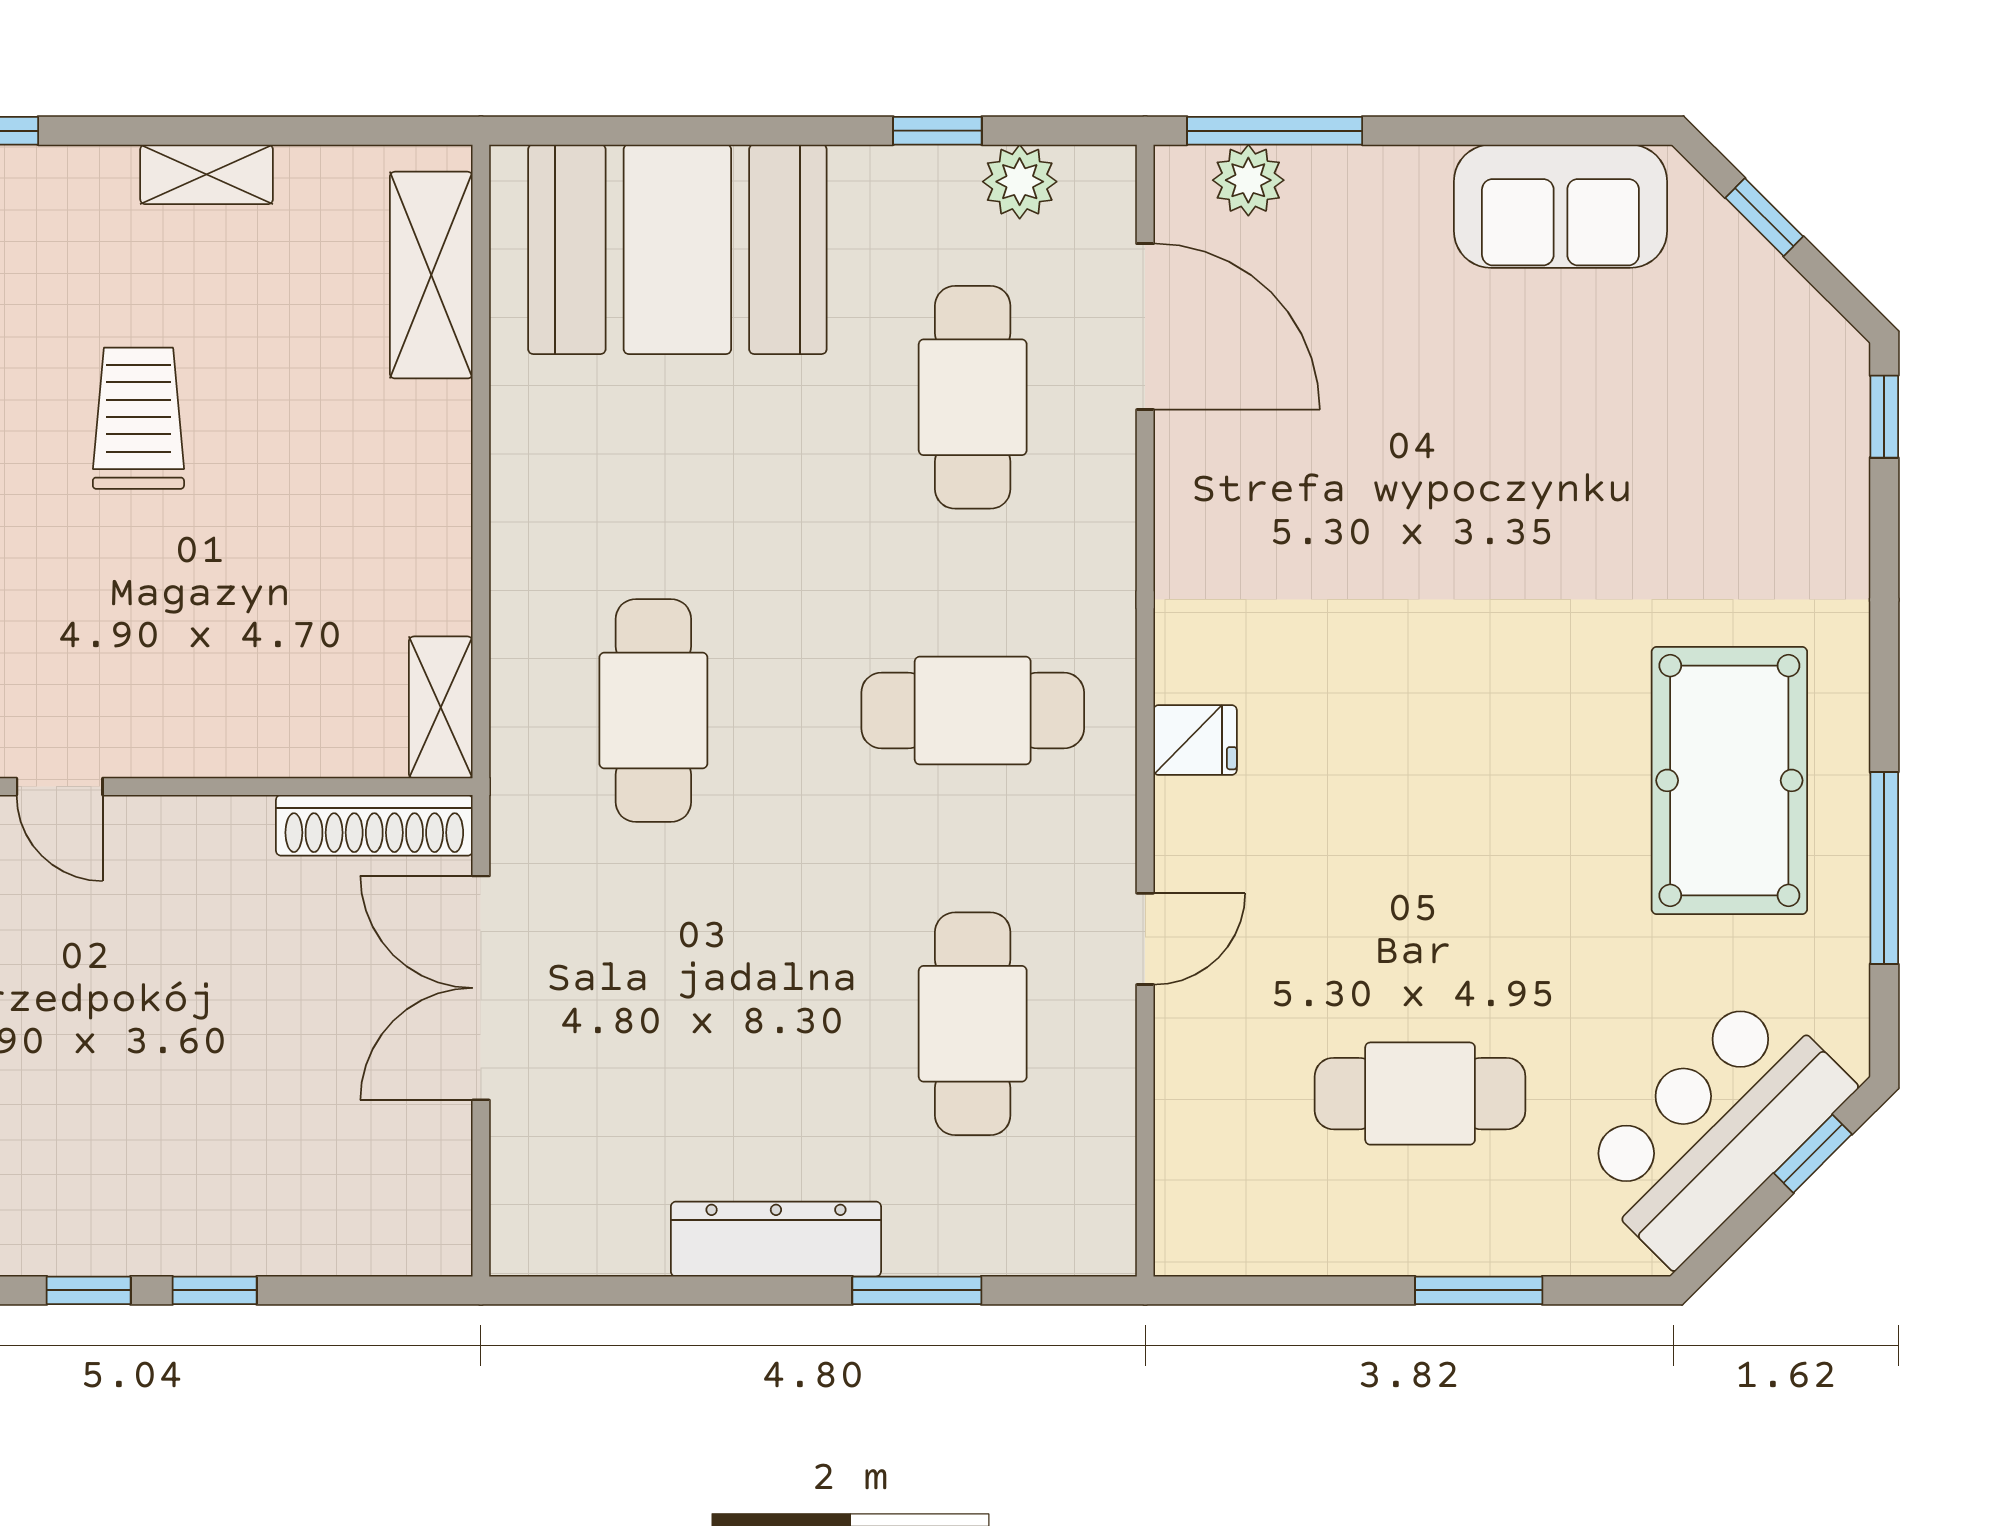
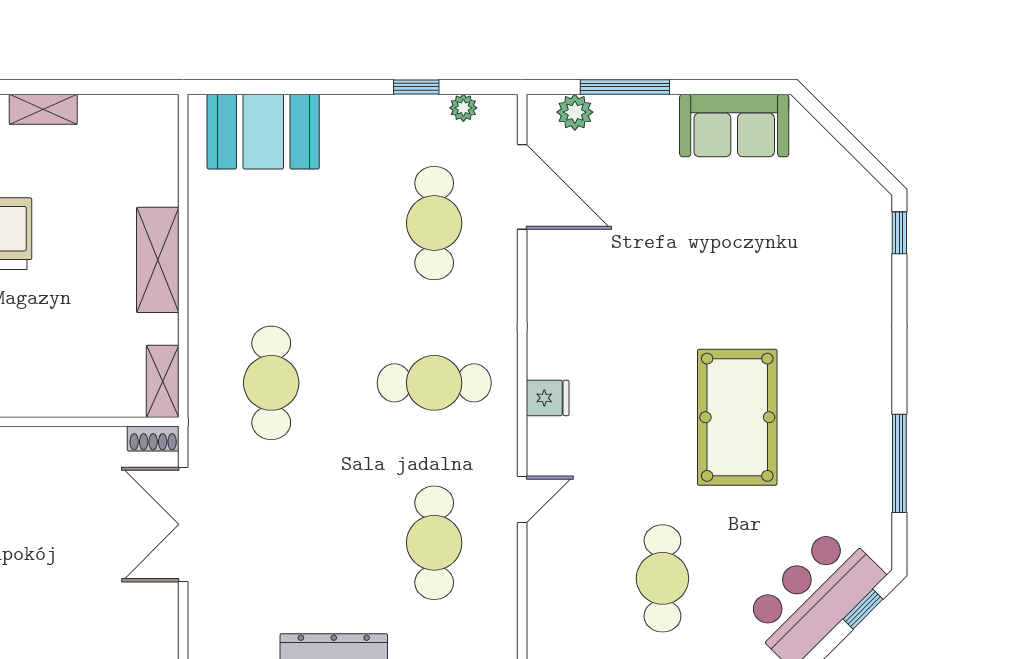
window: (1275, 131) -> (625, 87), moved
plant: (1020, 182) -> (463, 108), width x0.73, depth x0.73
window: (1764, 217) -> (838, 131), removed
booth: (677, 249) -> (263, 132), width x0.73, depth x0.70
shelving: (431, 275) -> (158, 260), moved
pool table: (1729, 780) -> (737, 417), moved
shoe rack: (374, 825) -> (153, 439), width x0.51, depth x0.81
cafe table: (1420, 1094) -> (662, 578), turned 90

